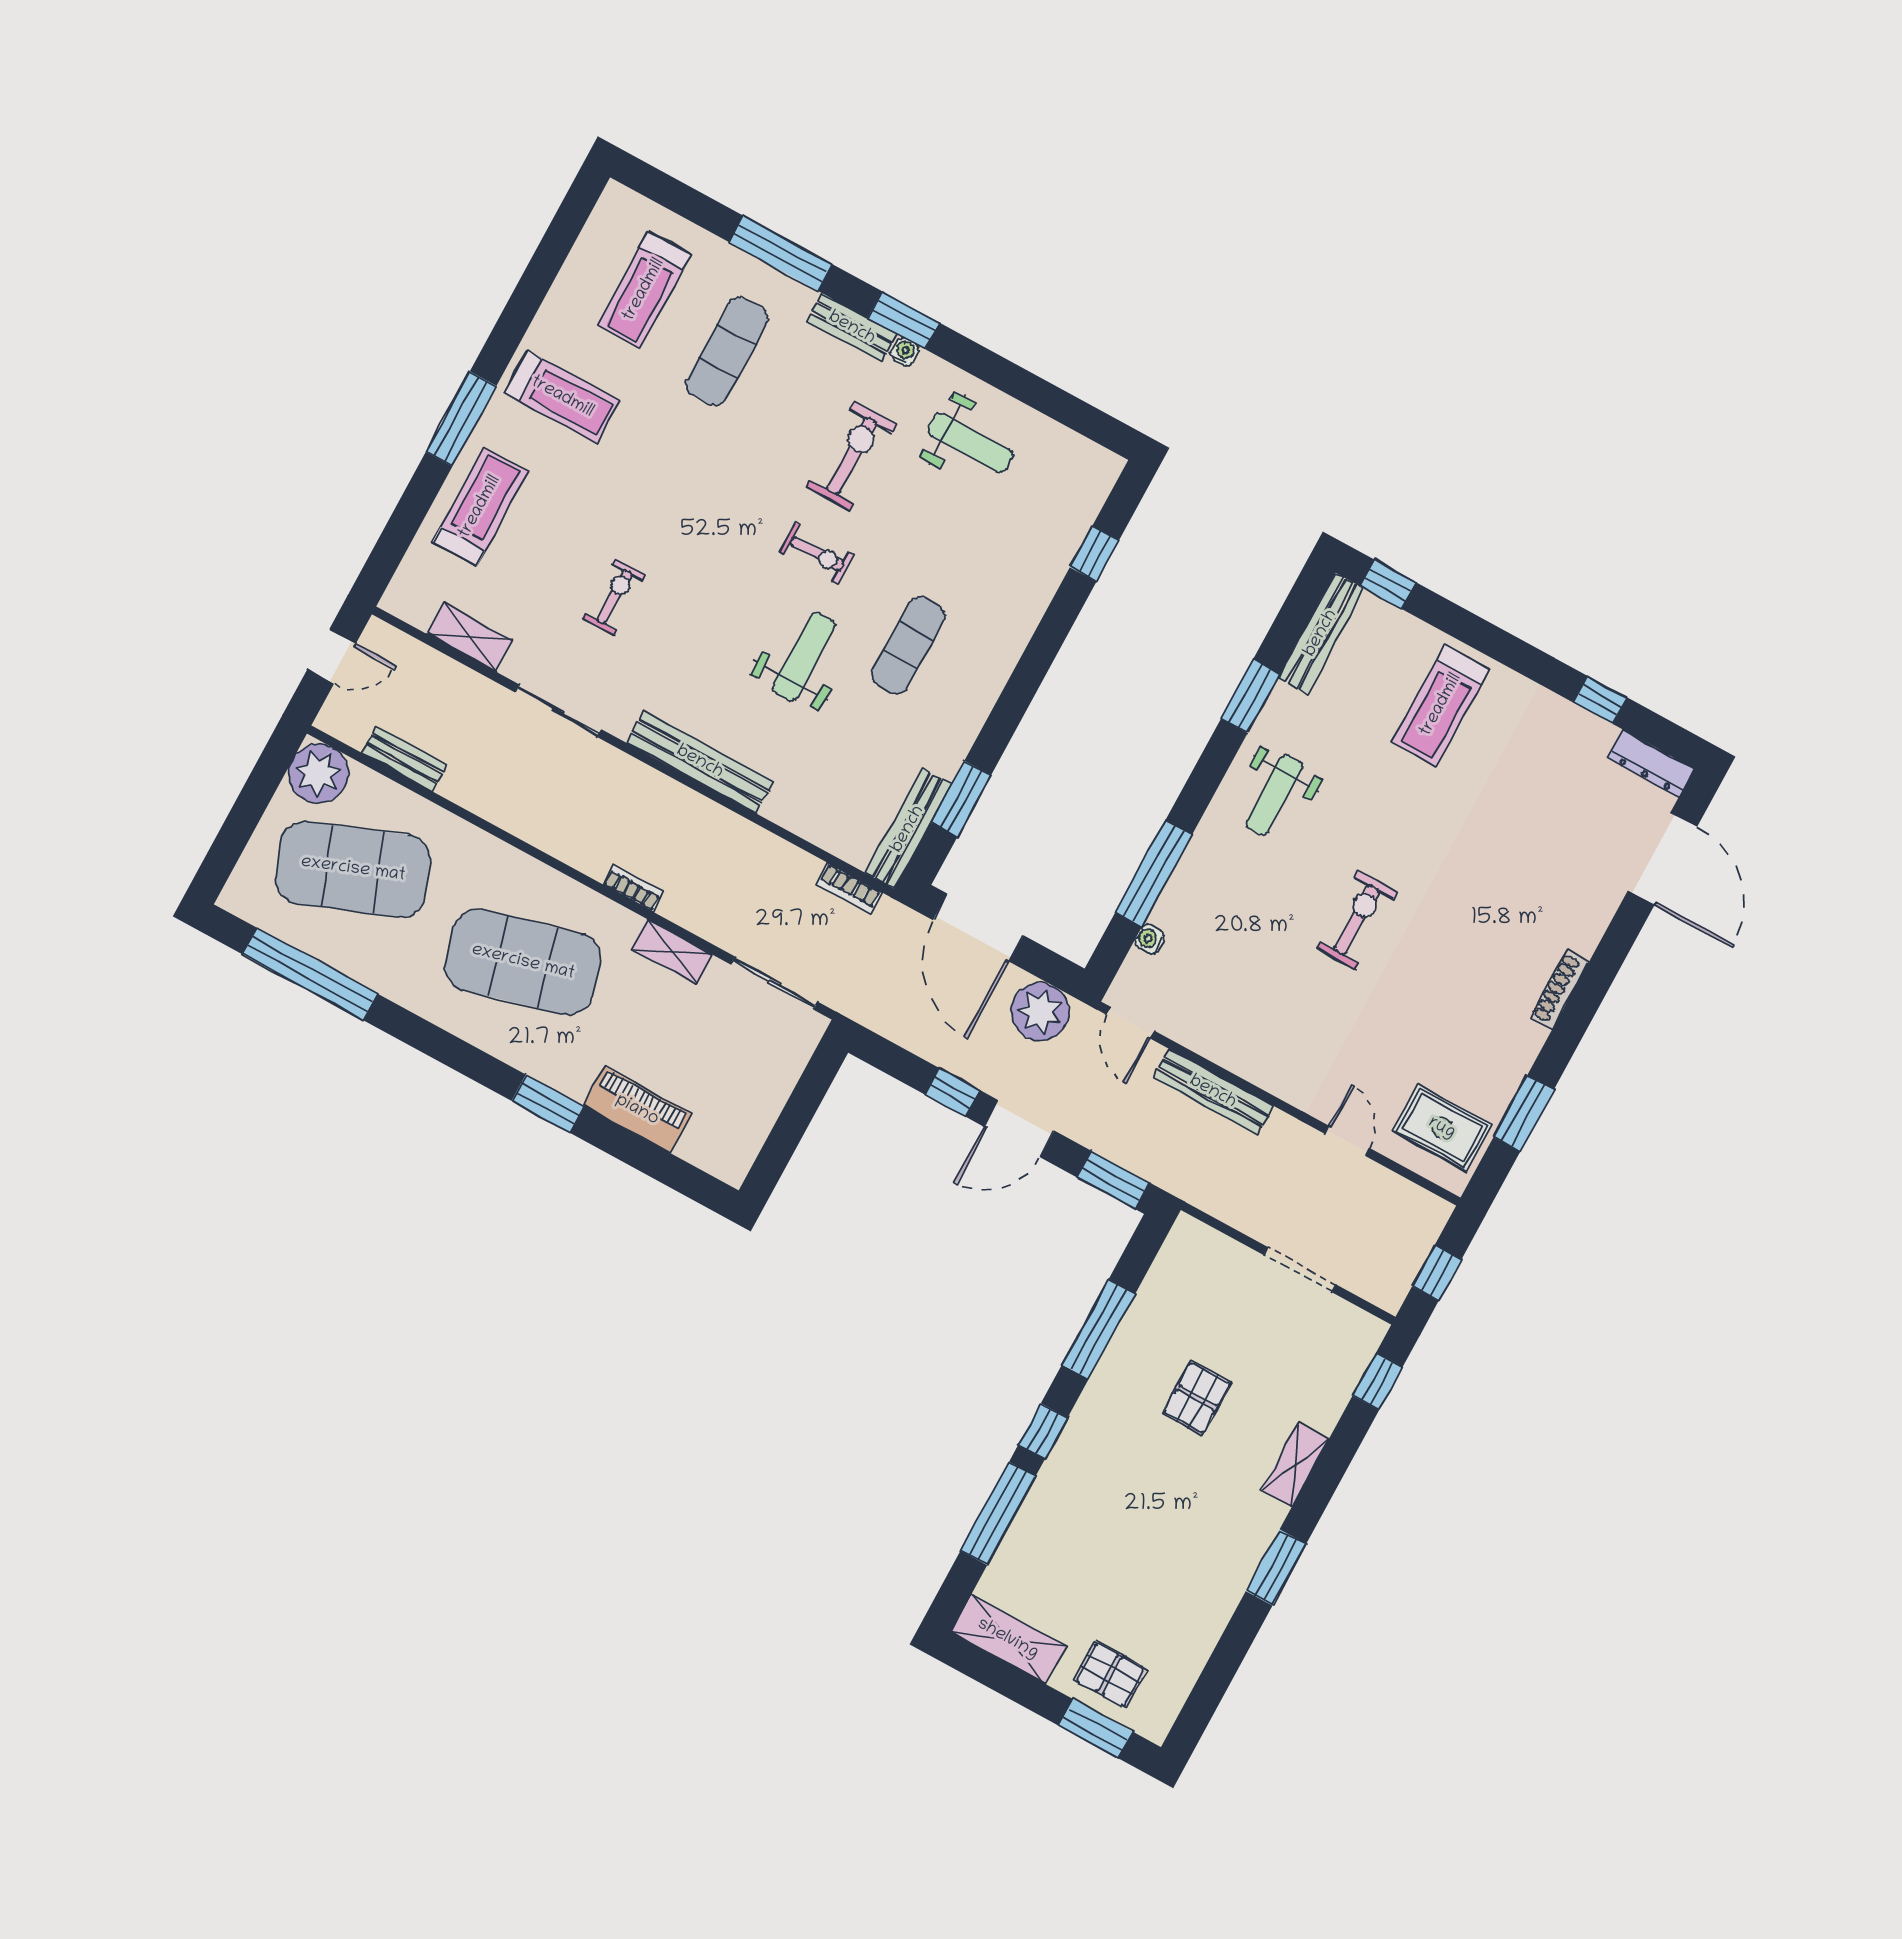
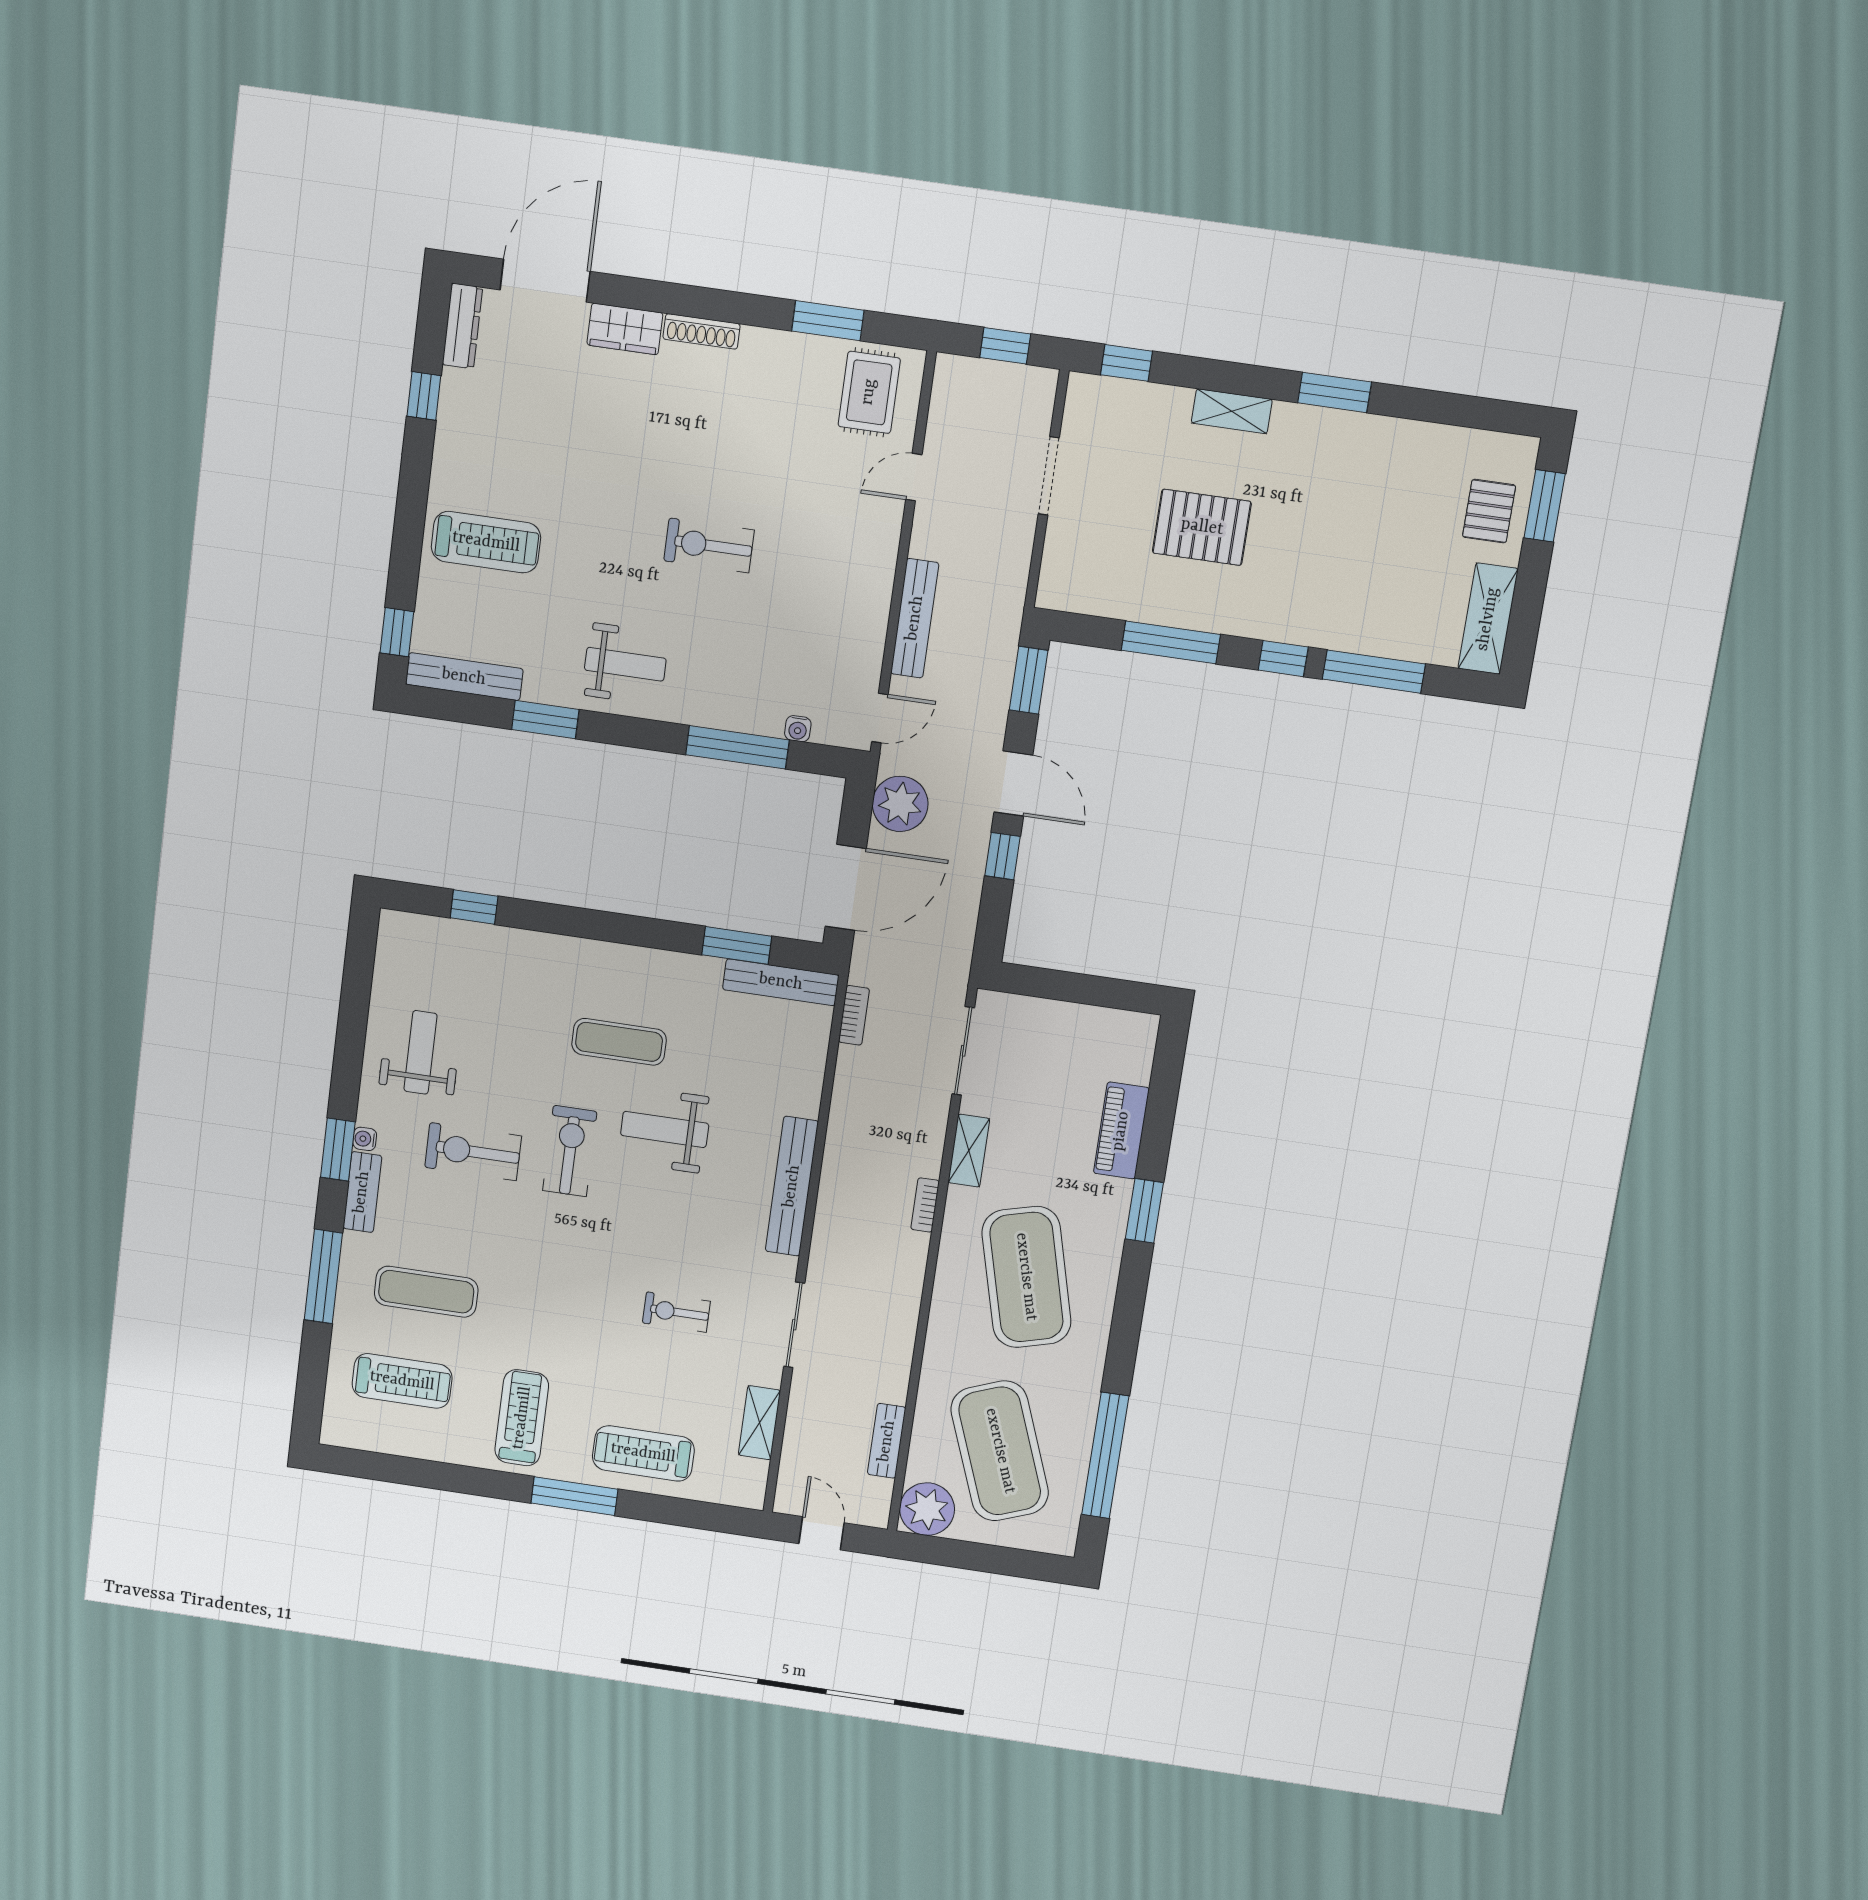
exercise bike: (817, 553) -> (570, 1151), width x1.38, depth x1.39
wardrobe: (1589, 917) -> (625, 329), added
pallet: (1197, 1398) -> (1202, 527), width x1.50, depth x1.42

